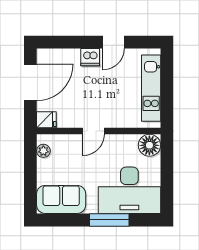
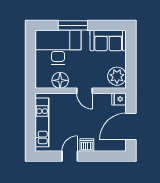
door: (93, 131) -> (84, 91), swing flipped
floor lamp: (149, 145) -> (60, 80), moved
plant: (43, 151) -> (117, 76), width x1.87, depth x1.87

